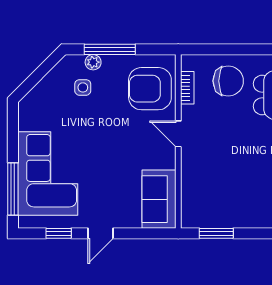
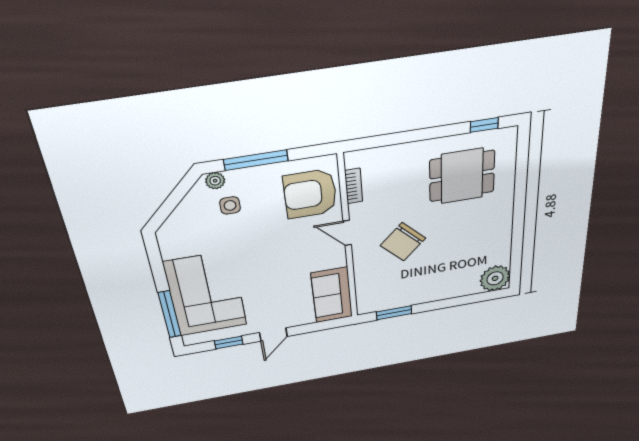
plant: (93, 62) -> (215, 181), moved
chair: (228, 81) -> (403, 242), moved, turned 135

